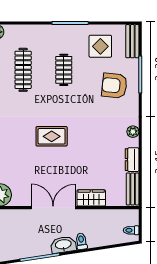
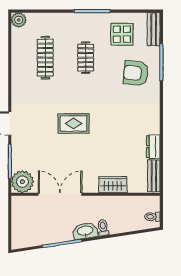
plant: (133, 132) -> (154, 119), removed
double door: (53, 208) -> (60, 194), moved

